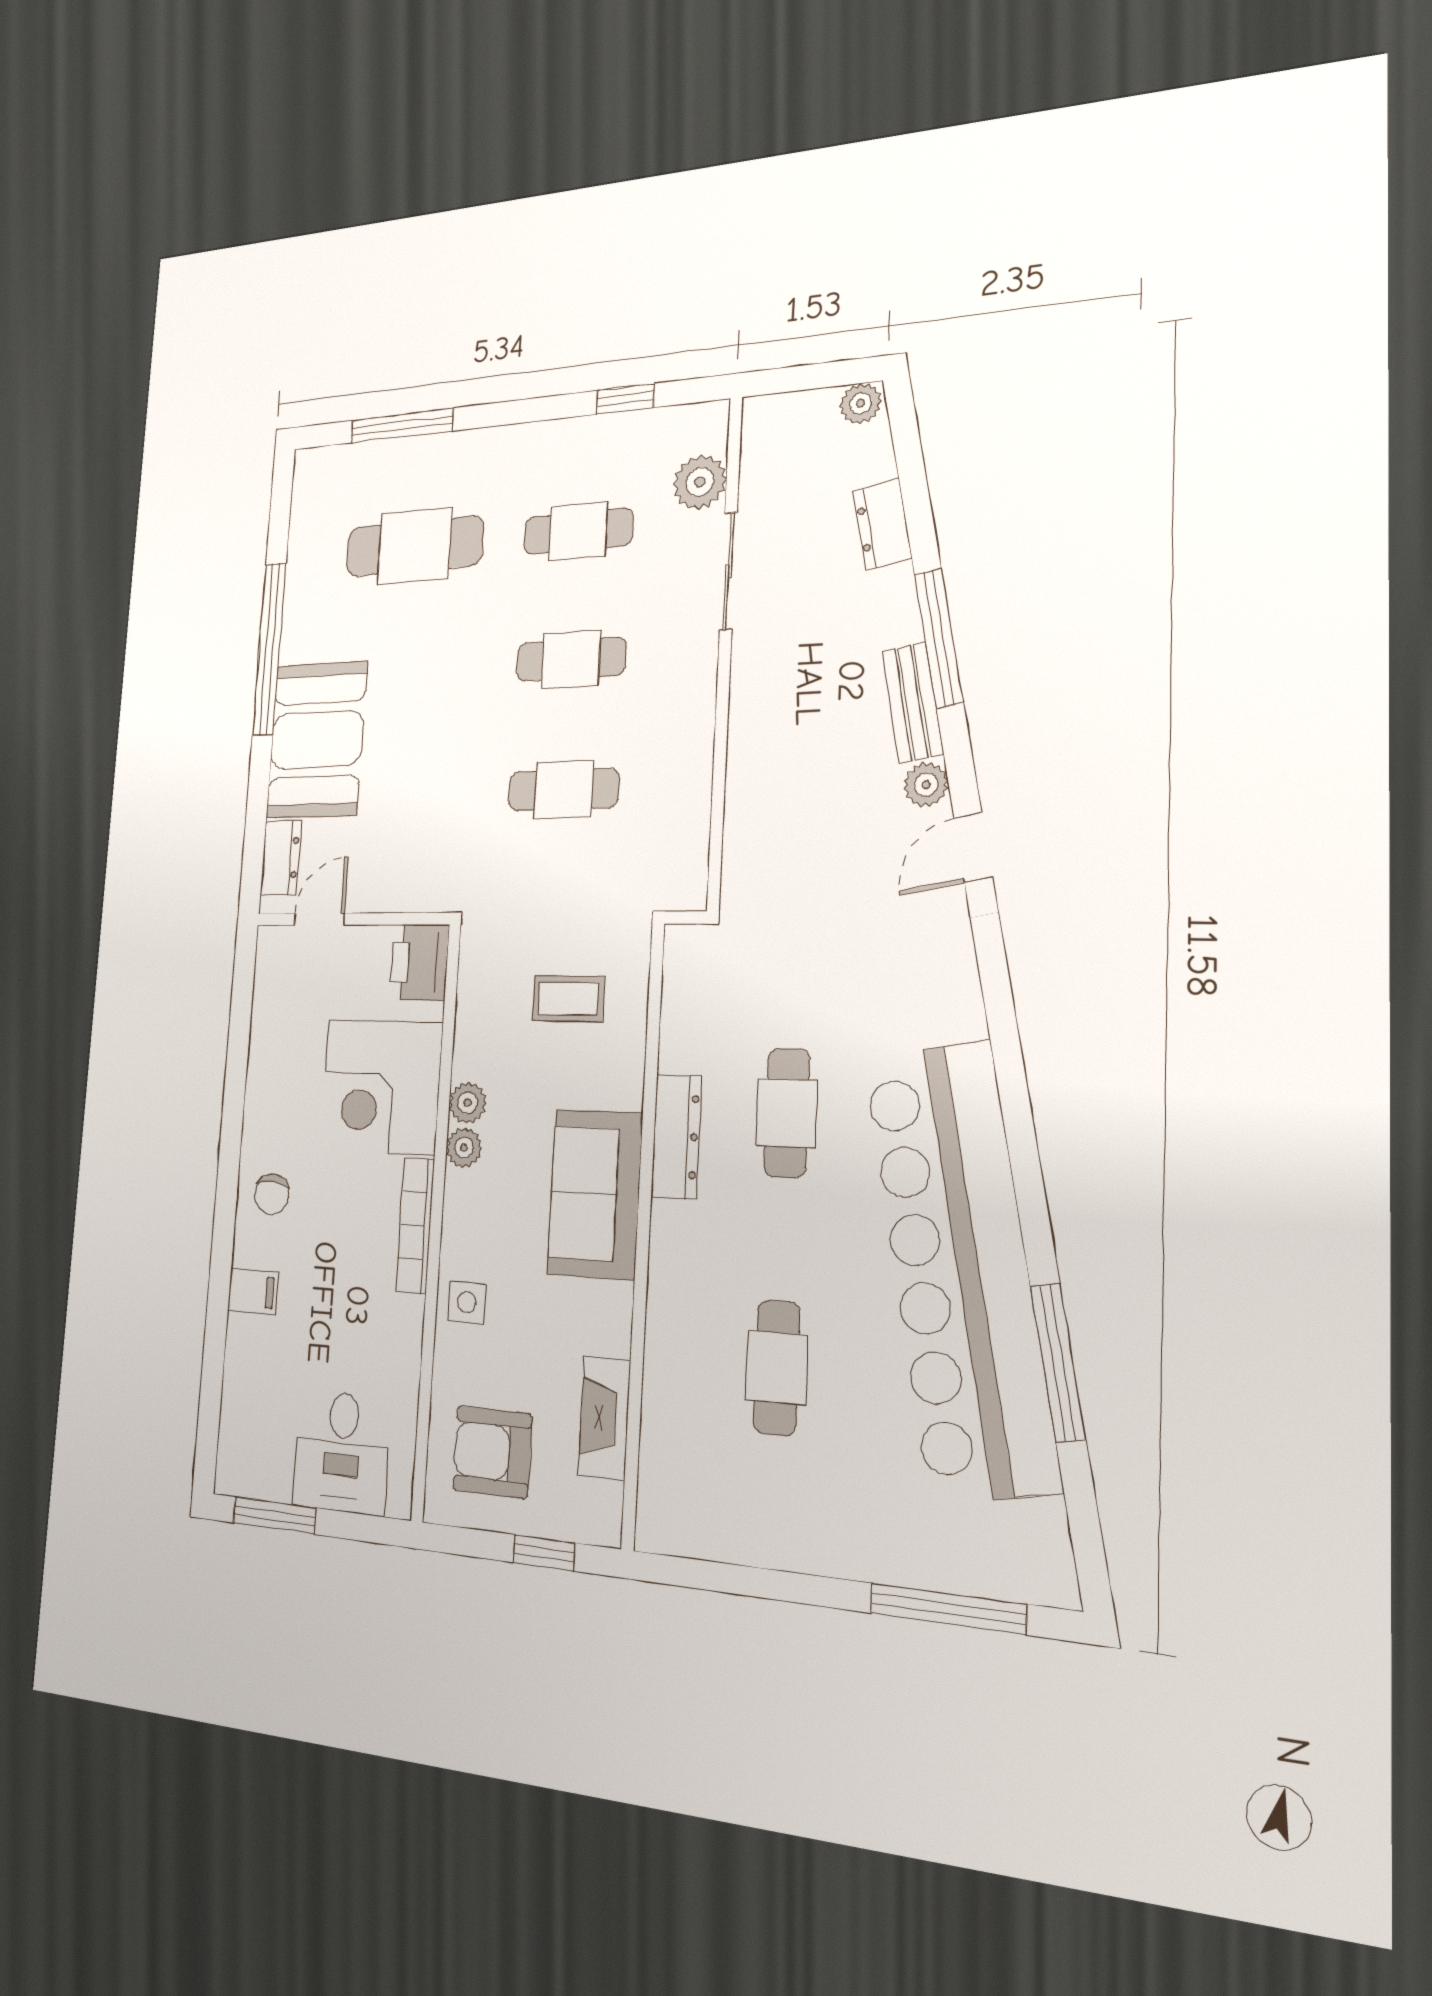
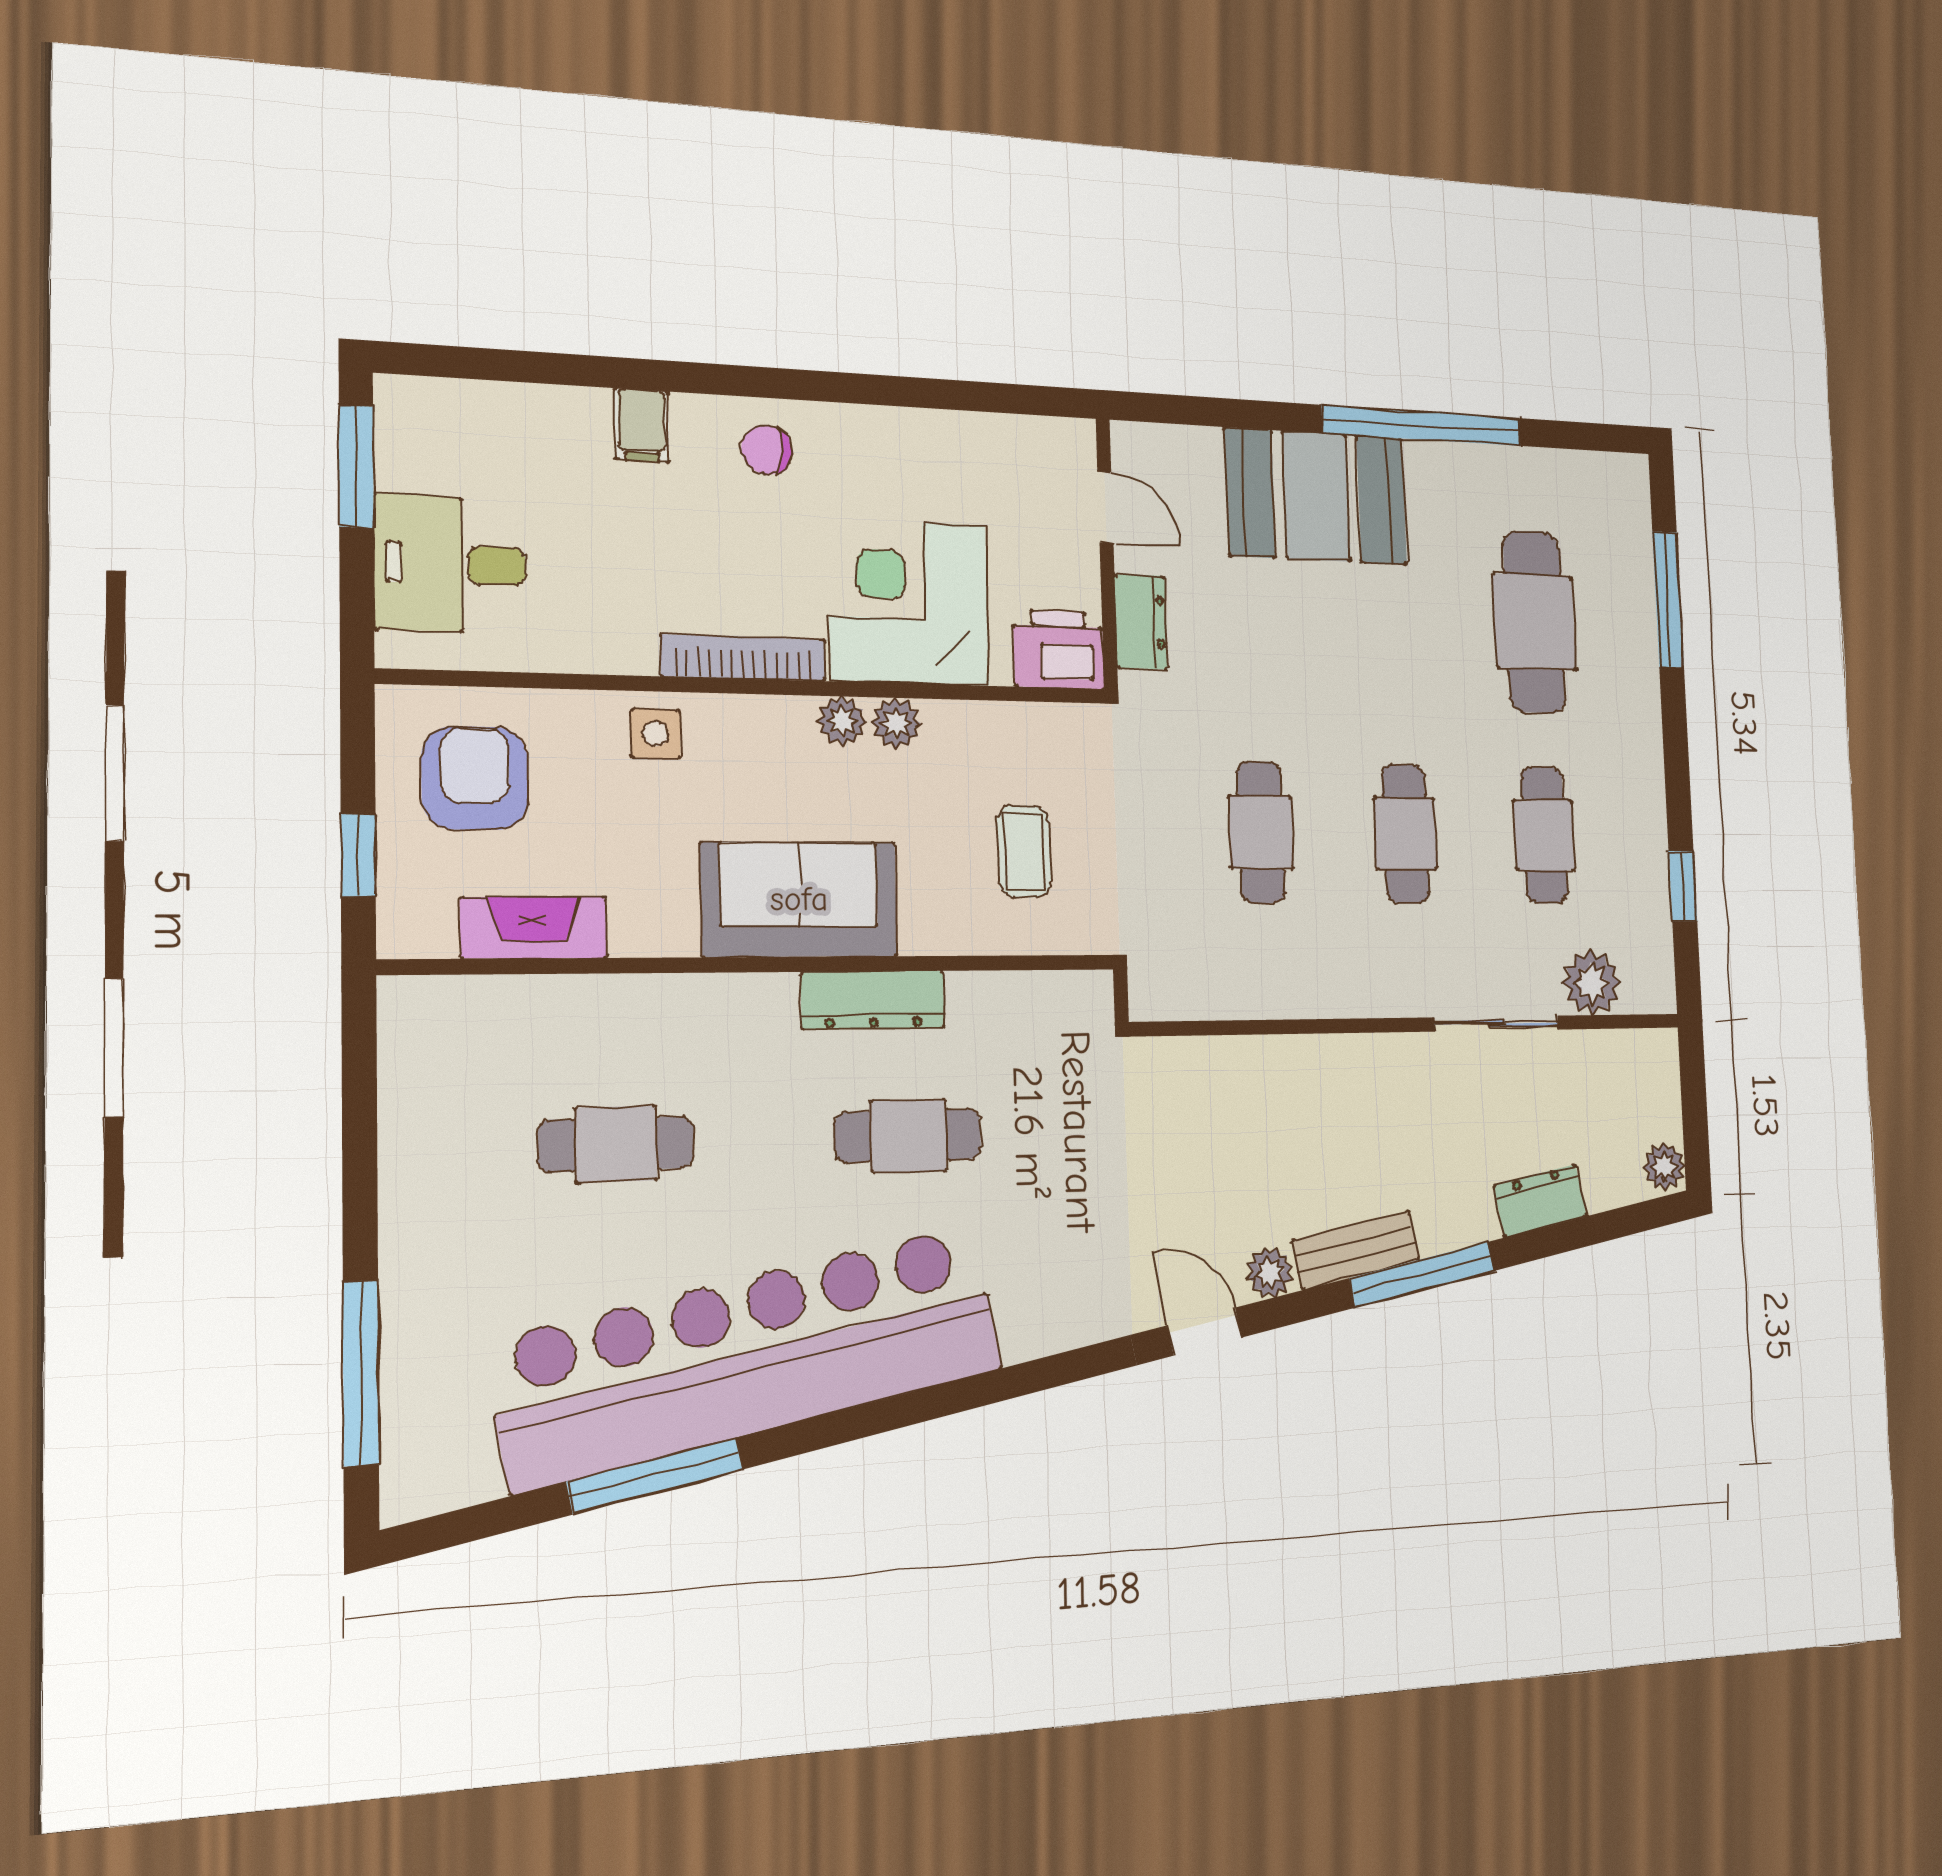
dresser: (281, 858) -> (1141, 622), moved, turned -90

